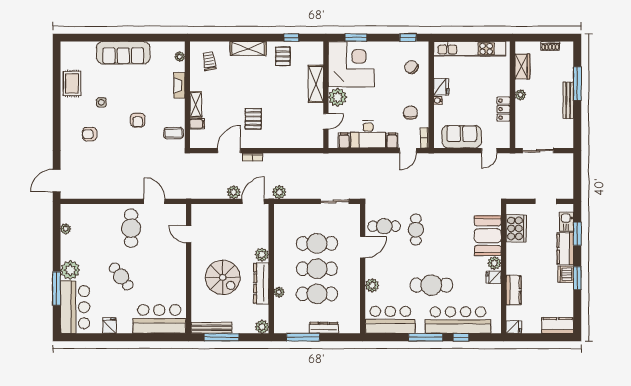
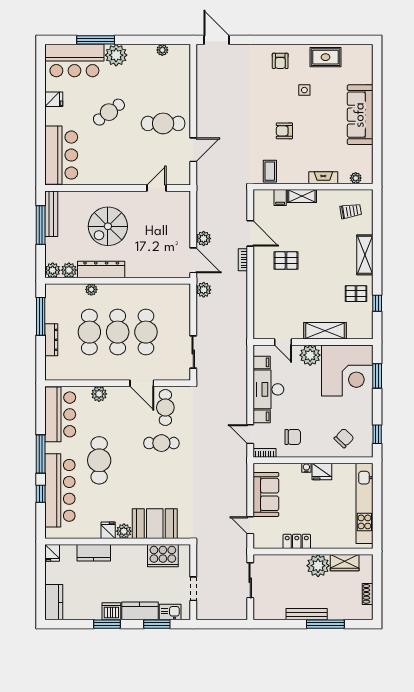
plant: (520, 95) -> (318, 566), width x1.87, depth x1.87
armchair: (90, 134) -> (280, 61), moved, turned 180
plant: (262, 255) -> (69, 270), moved

